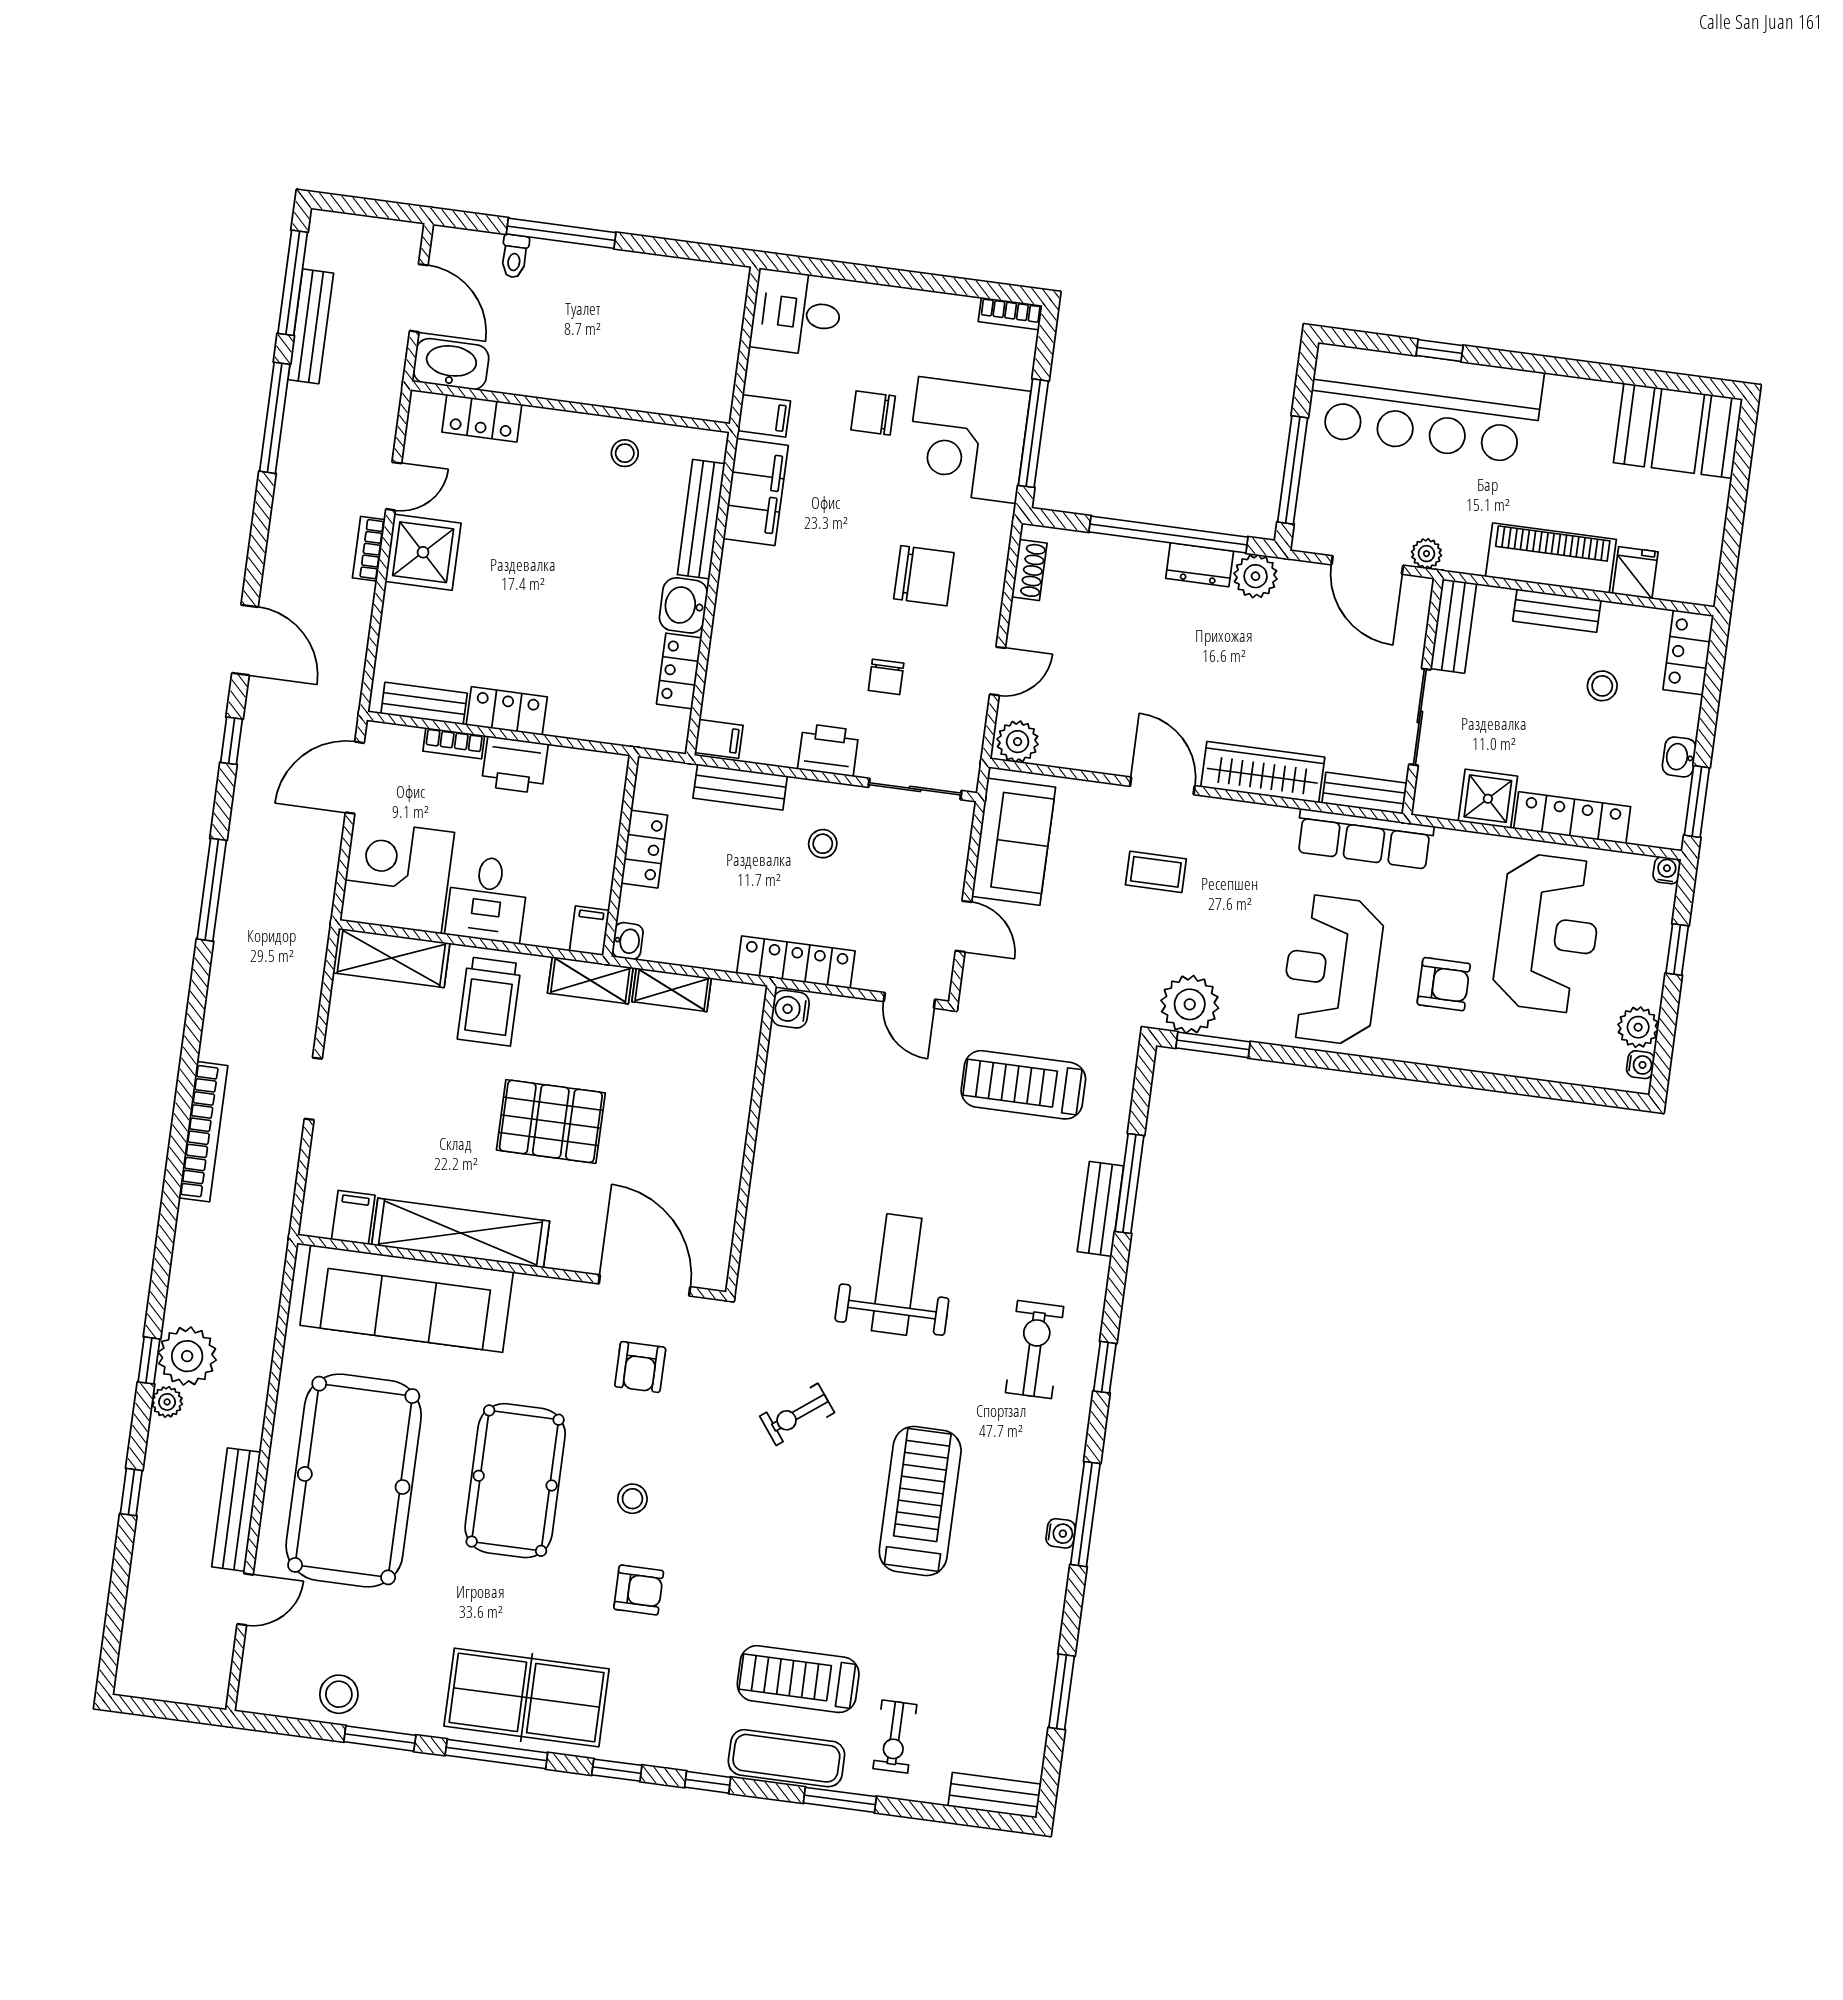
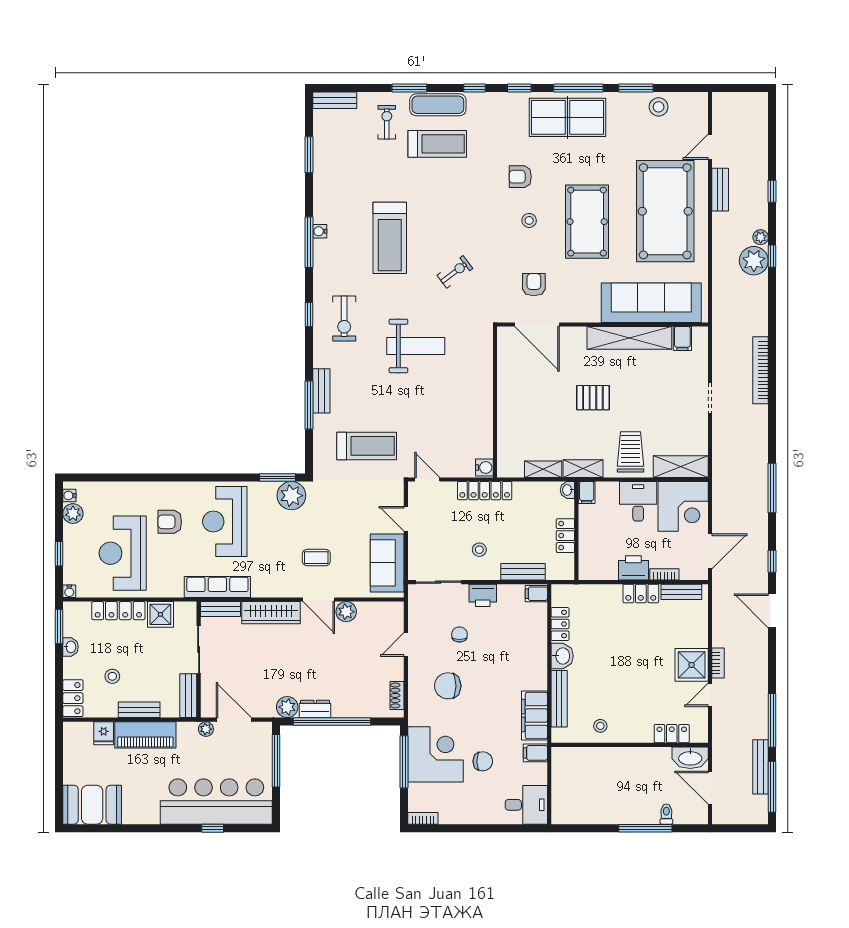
plant: (1018, 742) -> (346, 612), moved
reception desk: (1332, 970) -> (225, 522), turned 180
pallet: (551, 1121) -> (593, 398), width x0.67, depth x0.71
weight bench: (897, 1275) -> (416, 346), turned -90
bench: (236, 1510) -> (720, 190), width x0.73

